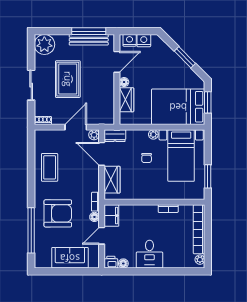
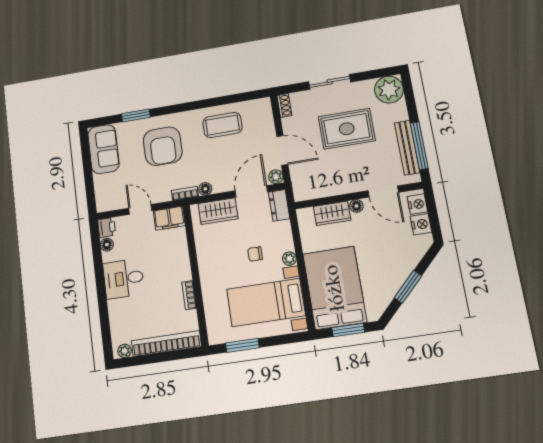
floor lamp: (94, 217) -> (205, 189), moved
window: (31, 230) -> (136, 115), width x0.47
sofa: (70, 258) -> (103, 149), moved

